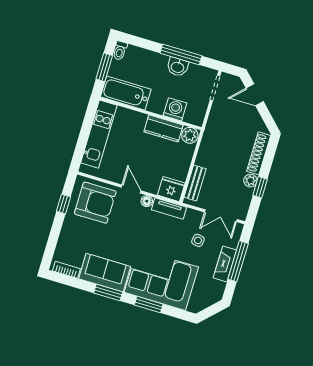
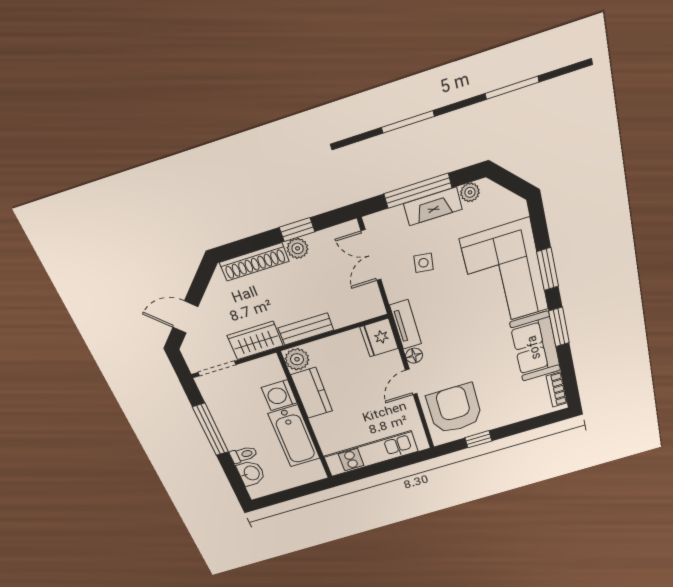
toilet: (120, 51) -> (244, 455), moved
window: (104, 67) -> (292, 494), removed
washbasin: (178, 67) -> (251, 473), moved
bathtub: (126, 93) -> (294, 436), moved
door: (255, 95) -> (185, 317), swing flipped
wardrobe: (216, 121) -> (255, 341), added
bench: (195, 183) -> (306, 329), moved
double door: (221, 216) -> (371, 255), swing flipped
plant: (219, 287) -> (470, 192), added

